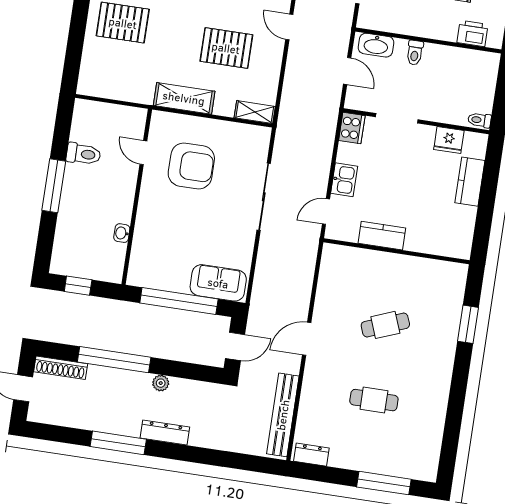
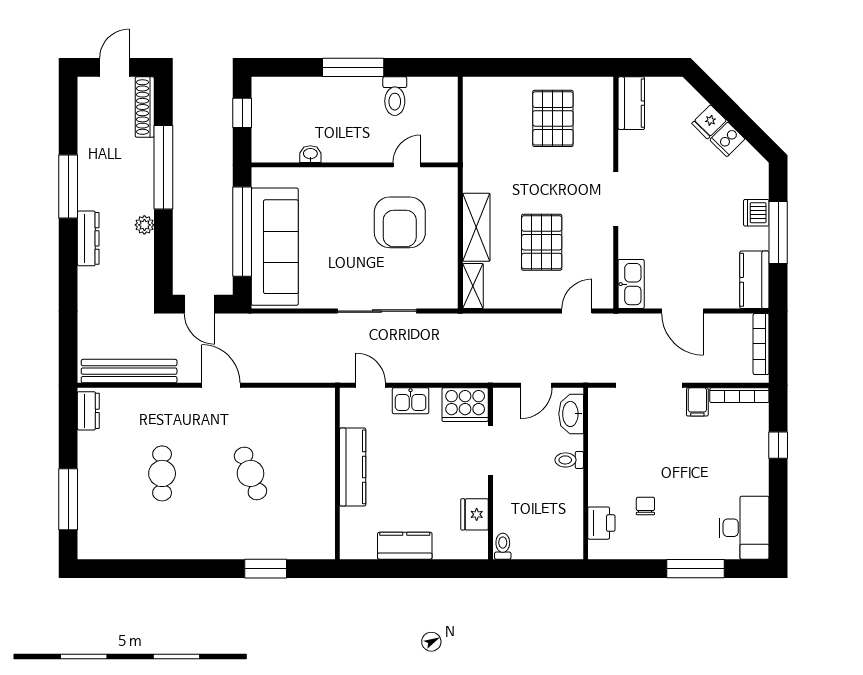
shelving: (184, 98) -> (476, 227), moved
cooker: (352, 128) -> (465, 405), width x1.37, depth x1.31
kitchen counter: (470, 182) -> (405, 546), moved
kitchen counter: (382, 236) -> (353, 467), width x1.50
sofa: (218, 283) -> (275, 247), width x1.85, depth x1.27

